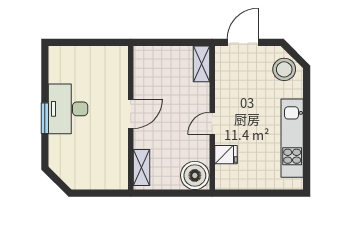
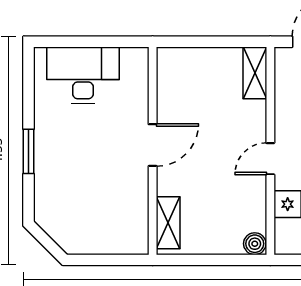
desk: (68, 109) -> (83, 75), moved, turned 90
boiler: (195, 175) -> (255, 244), width x0.54, depth x0.54

